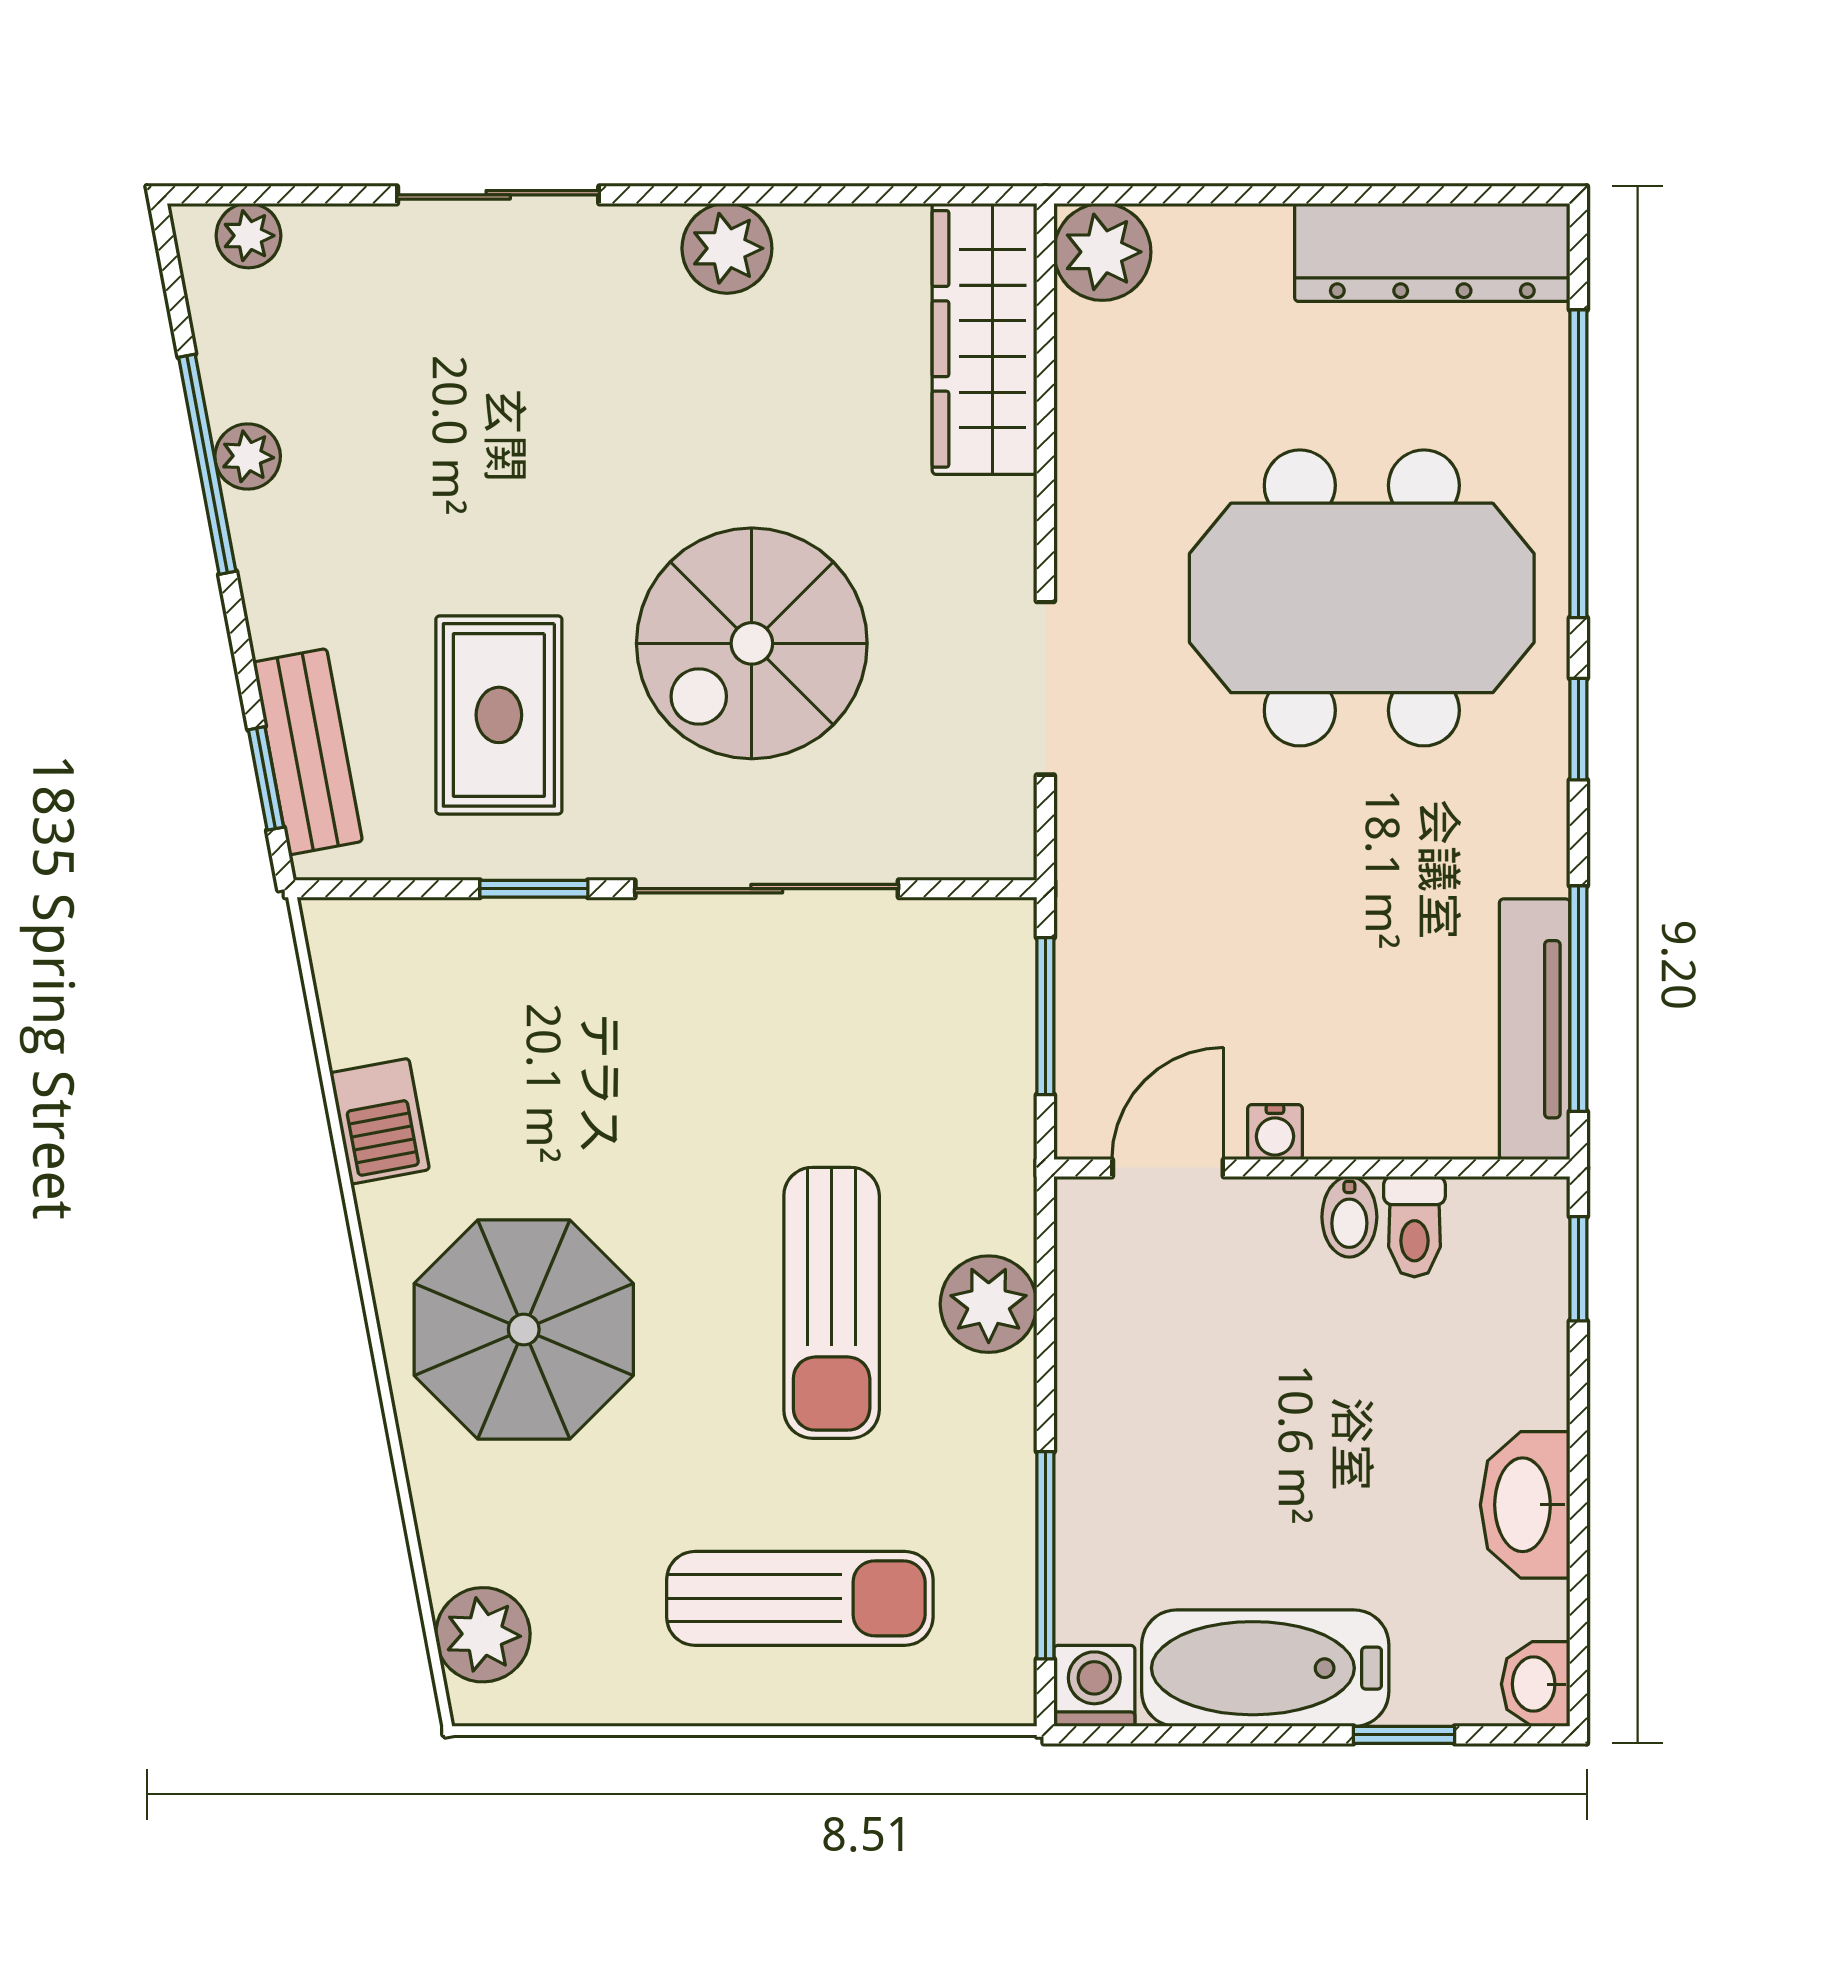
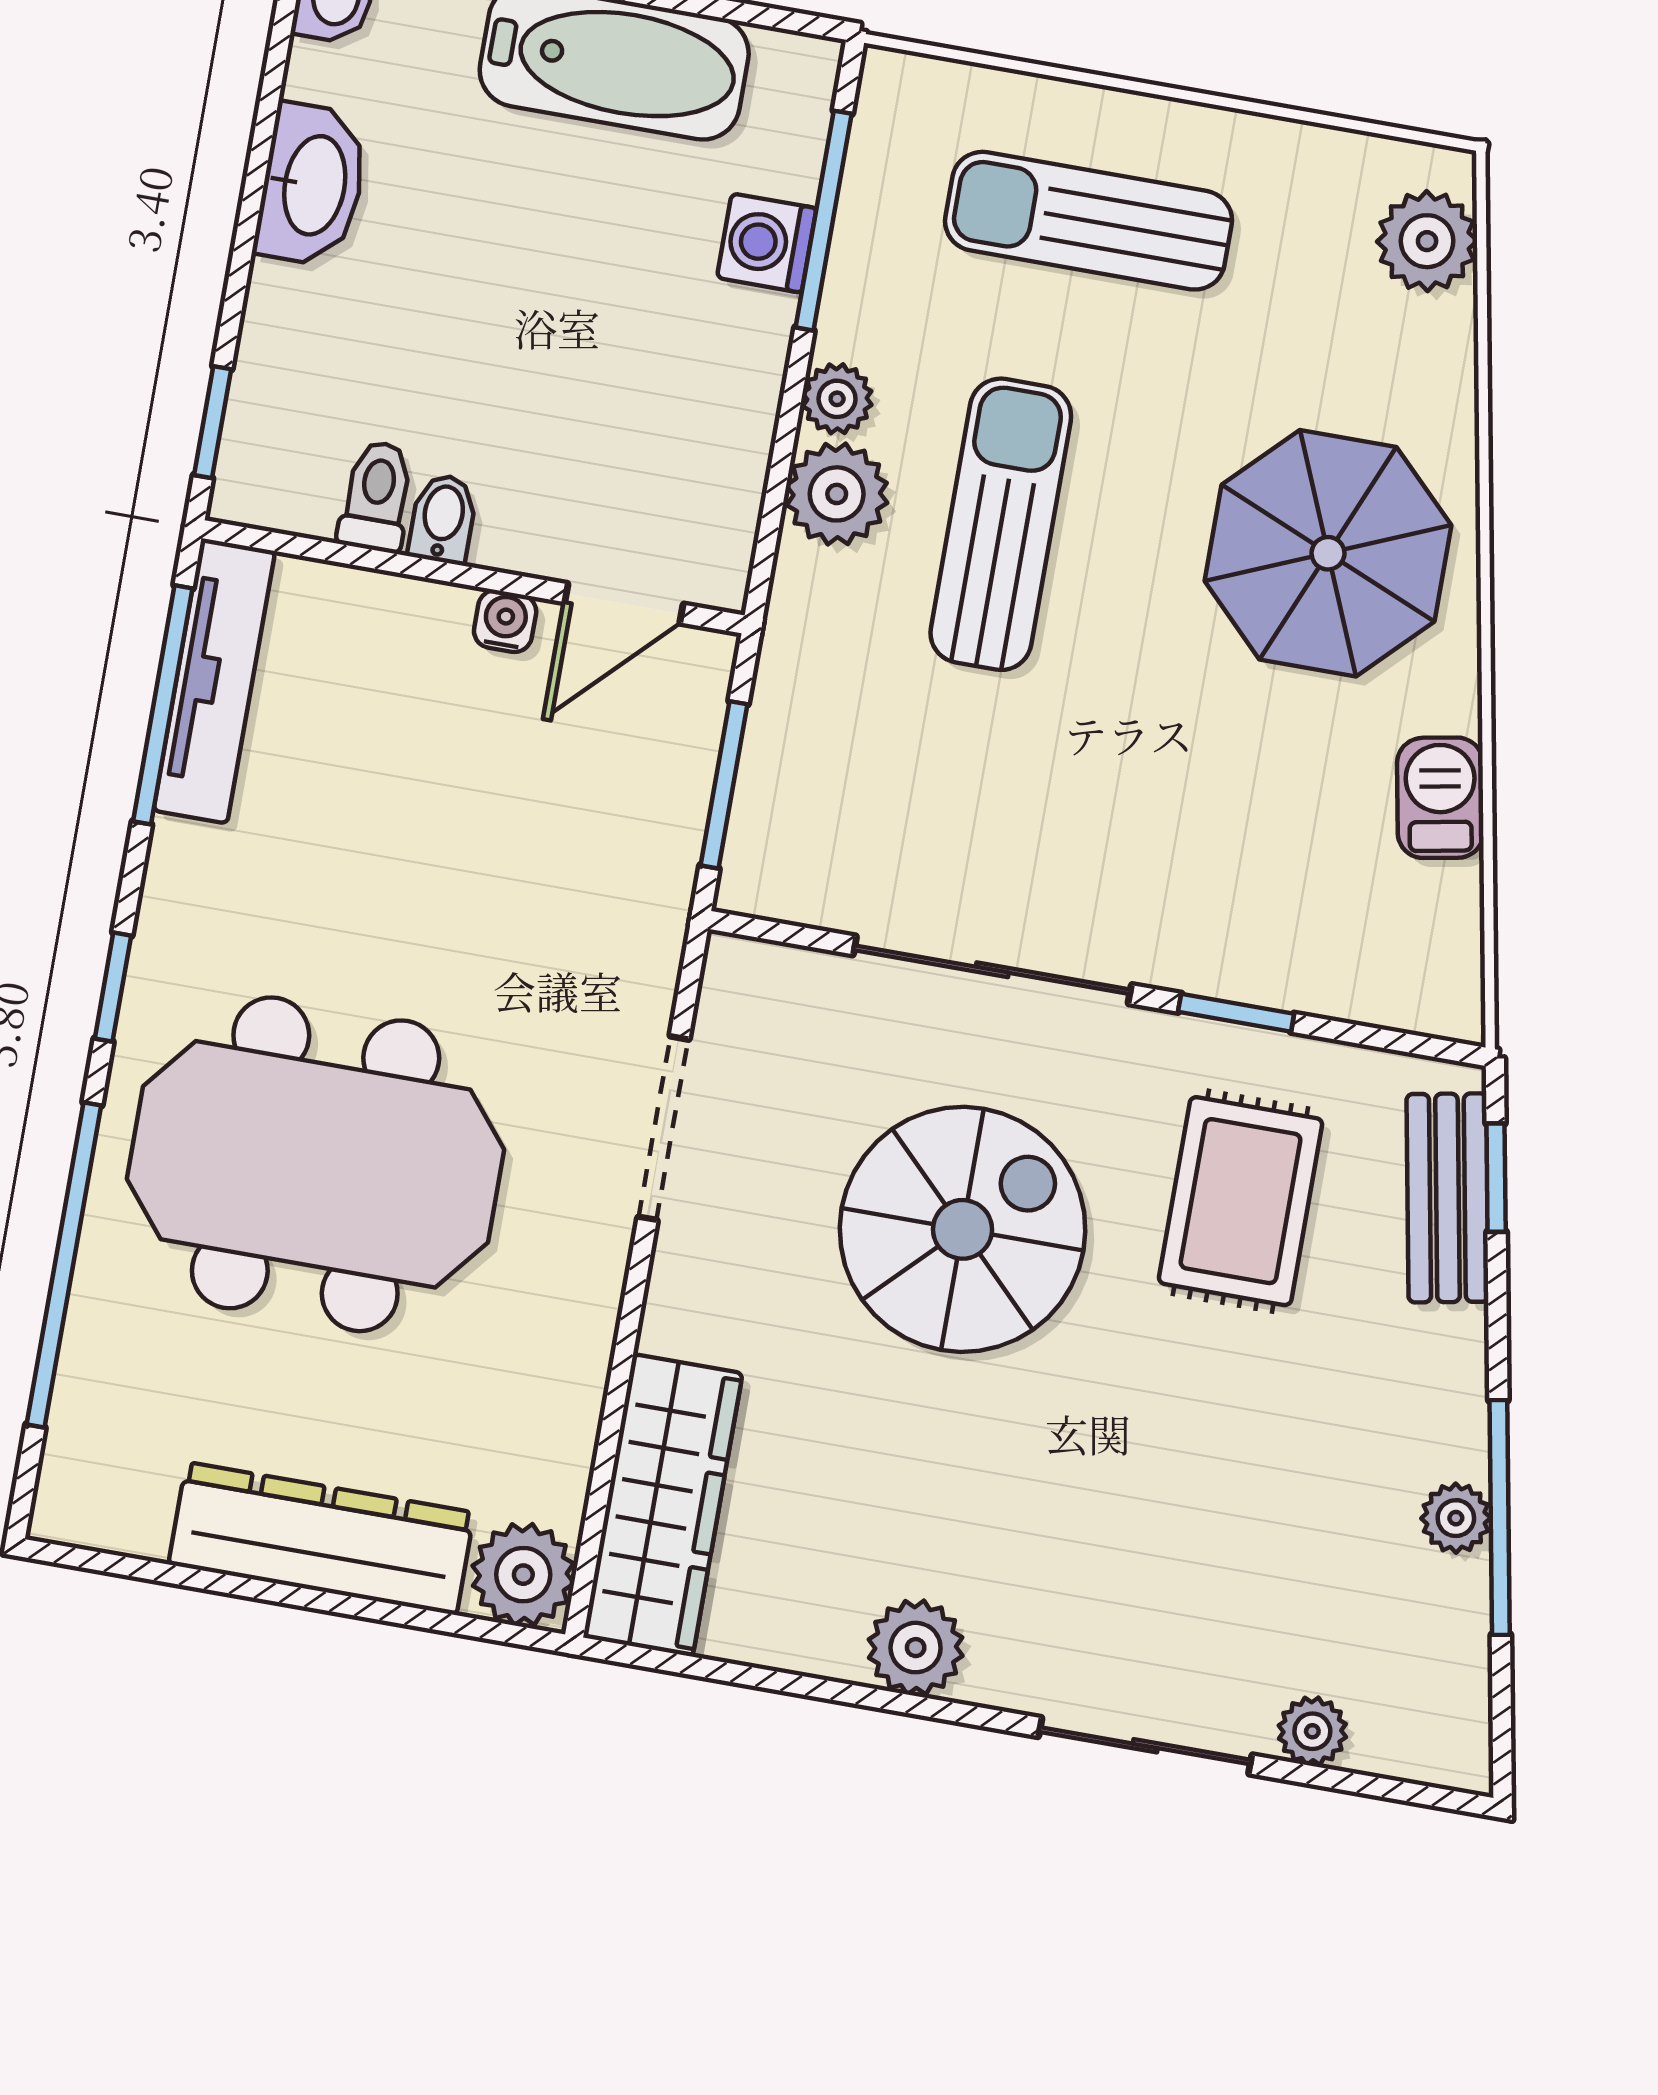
plant: (248, 236) -> (1312, 1731), moved
dresser: (1432, 252) -> (321, 1538), moved
plant: (1004, 1392) -> (837, 399), added
washing machine: (1094, 1686) -> (767, 243), moved, turned 90

